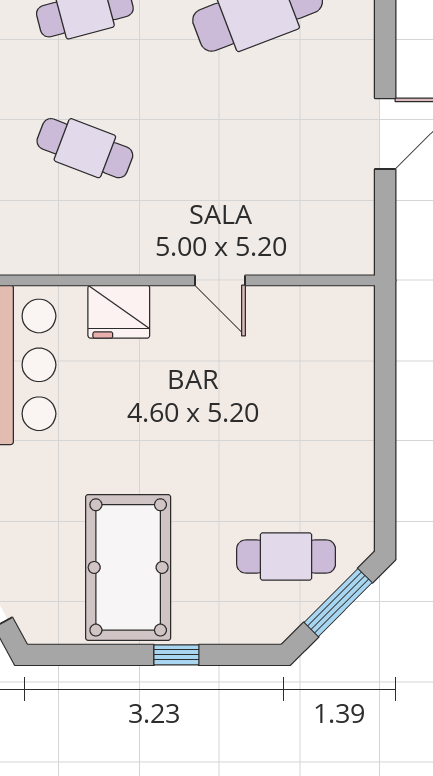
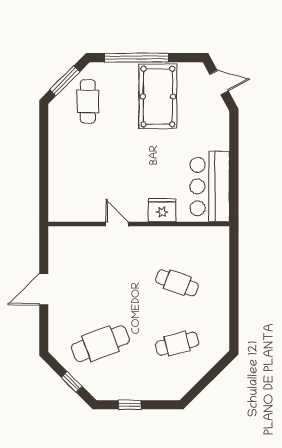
cafe table: (286, 556) -> (88, 101), turned 90
window: (176, 655) -> (136, 58), width x3.17

